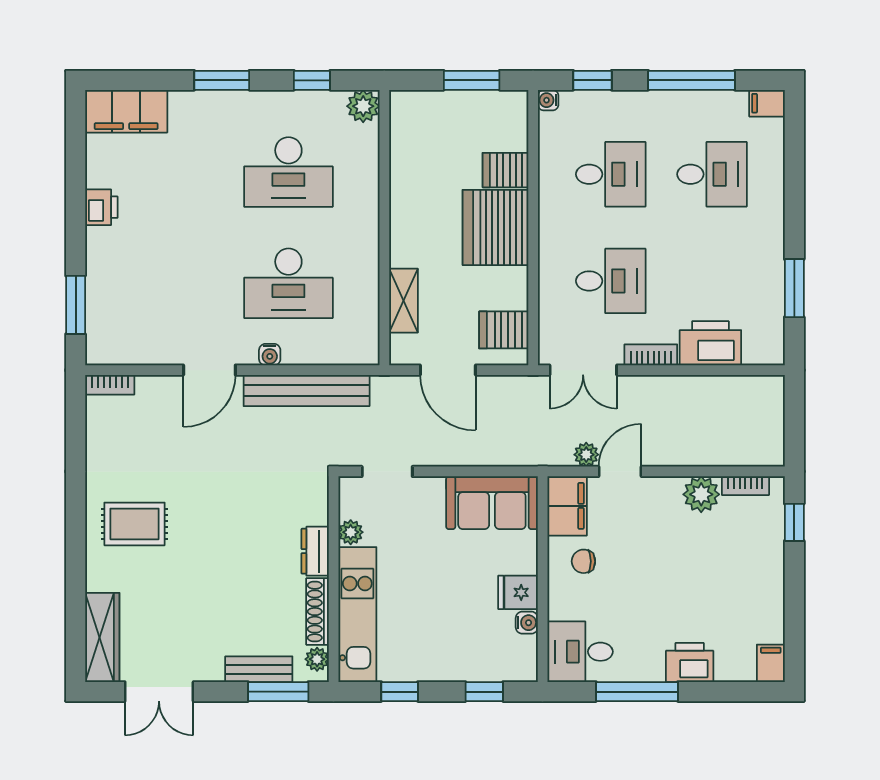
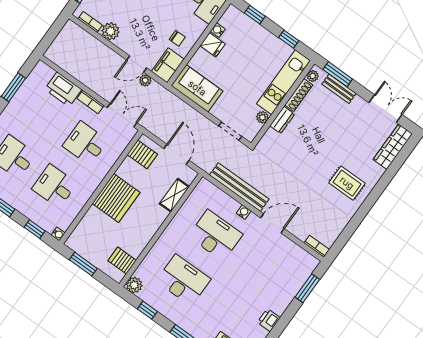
server rack: (505, 170) -> (122, 261), moved, turned 180

